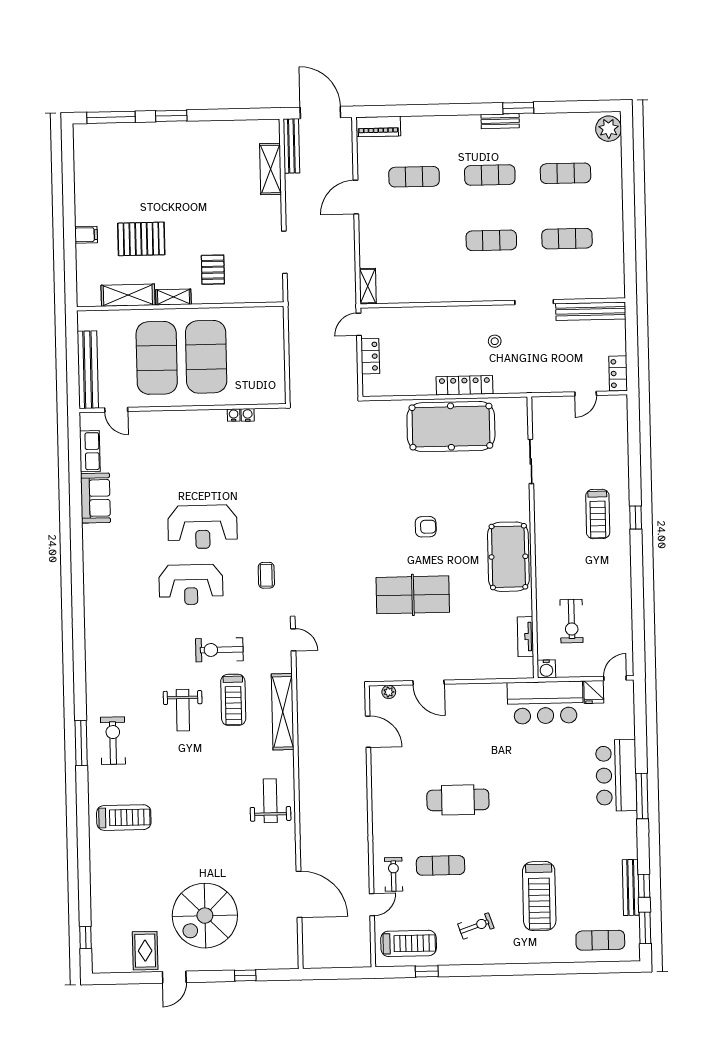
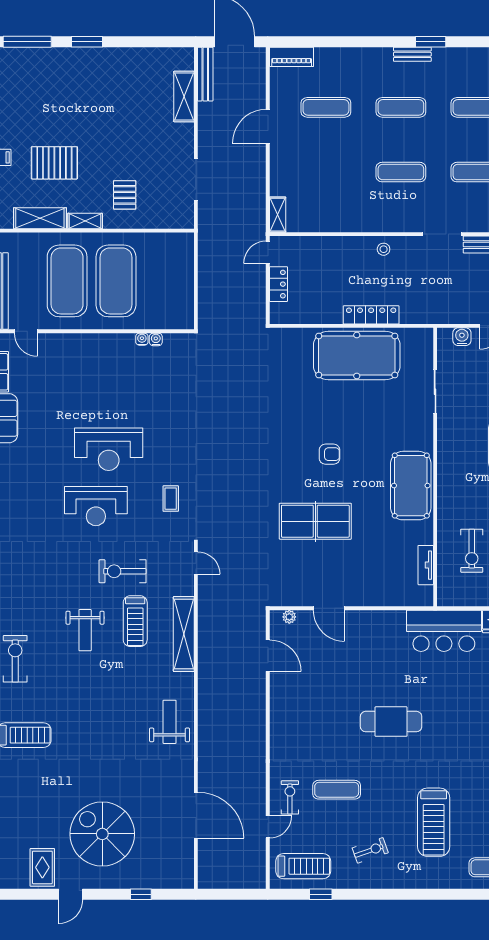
stool: (495, 341) -> (384, 249), moved
water cooler: (546, 669) -> (462, 337), moved, turned 180
cafe table: (458, 800) -> (391, 722), moved
spiral stairs: (205, 916) -> (102, 834), turned 90

